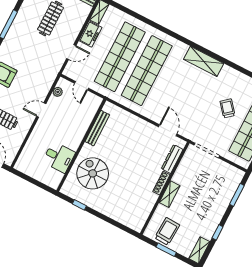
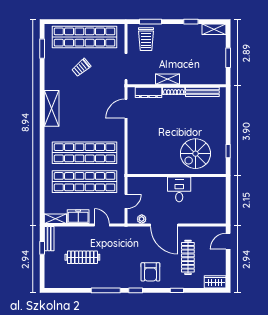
door: (41, 110) -> (164, 225), width x1.88
bench: (97, 128) -> (202, 92), moved
desk: (59, 157) -> (179, 189), moved
shelving: (170, 194) -> (167, 79), moved
trolley: (167, 231) -> (146, 39), moved, turned -93

